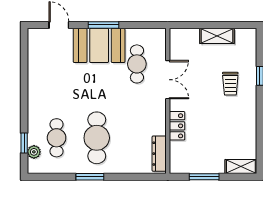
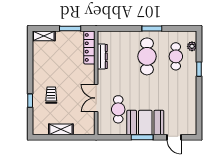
locker: (177, 126) -> (89, 47), moved, width x1.53
window: (24, 143) -> (199, 69), moved
dresser: (159, 154) -> (102, 56), moved

